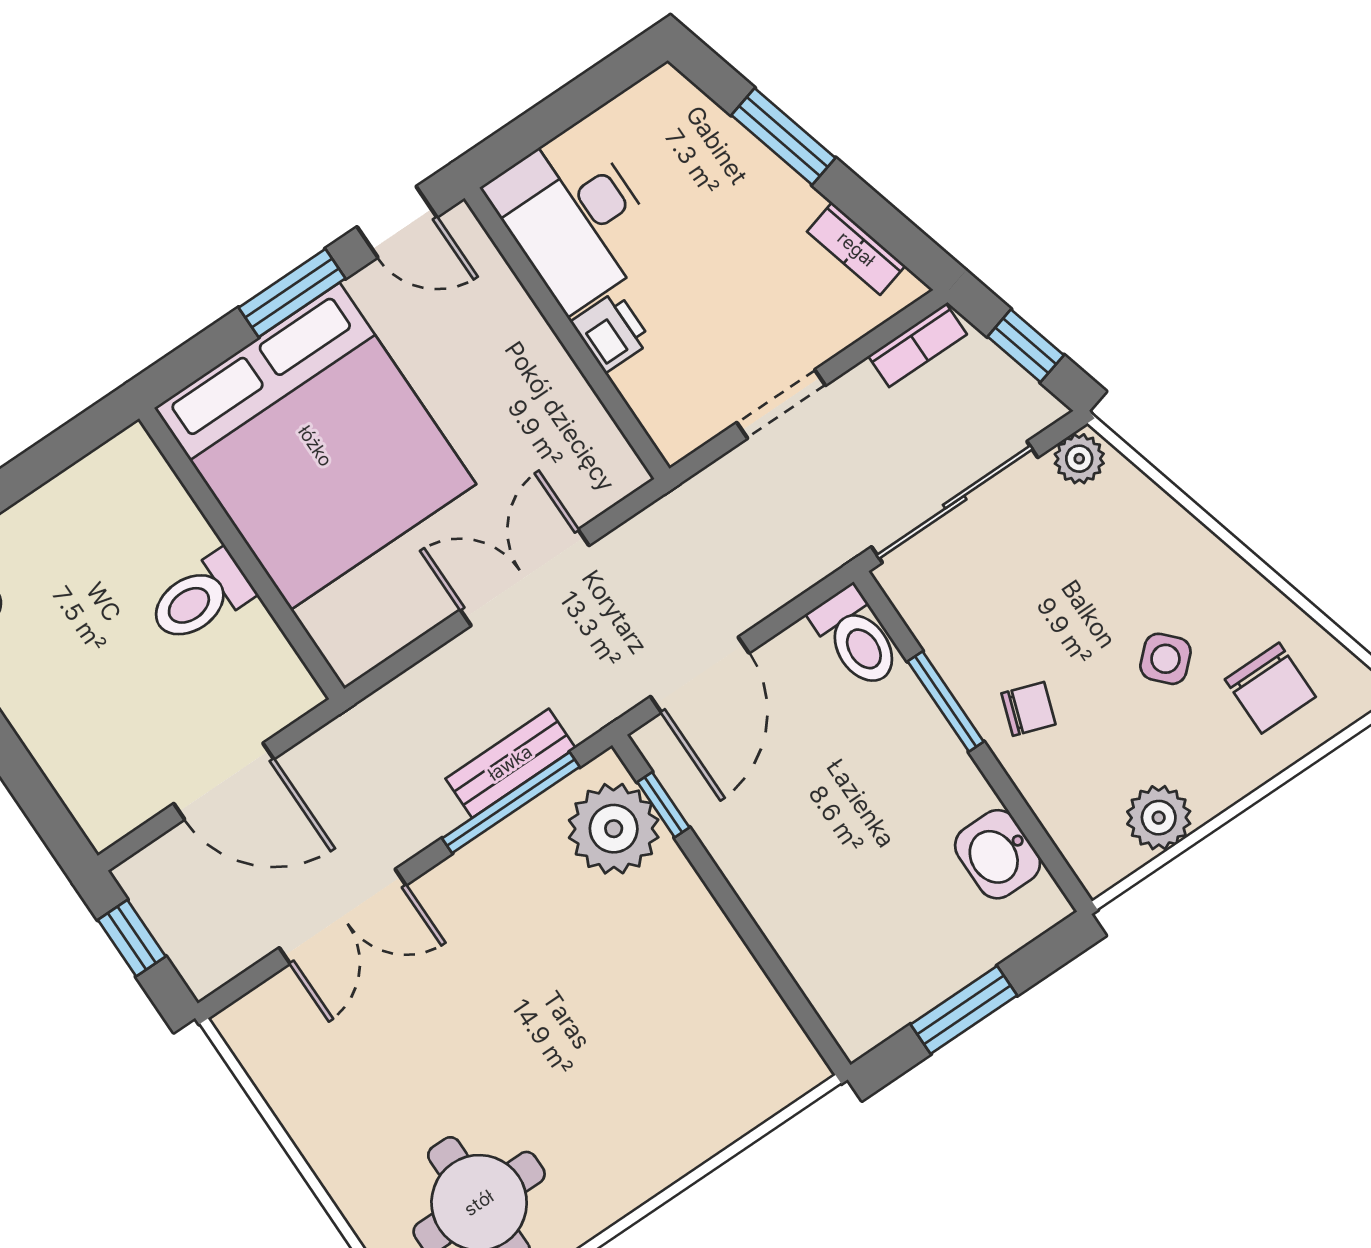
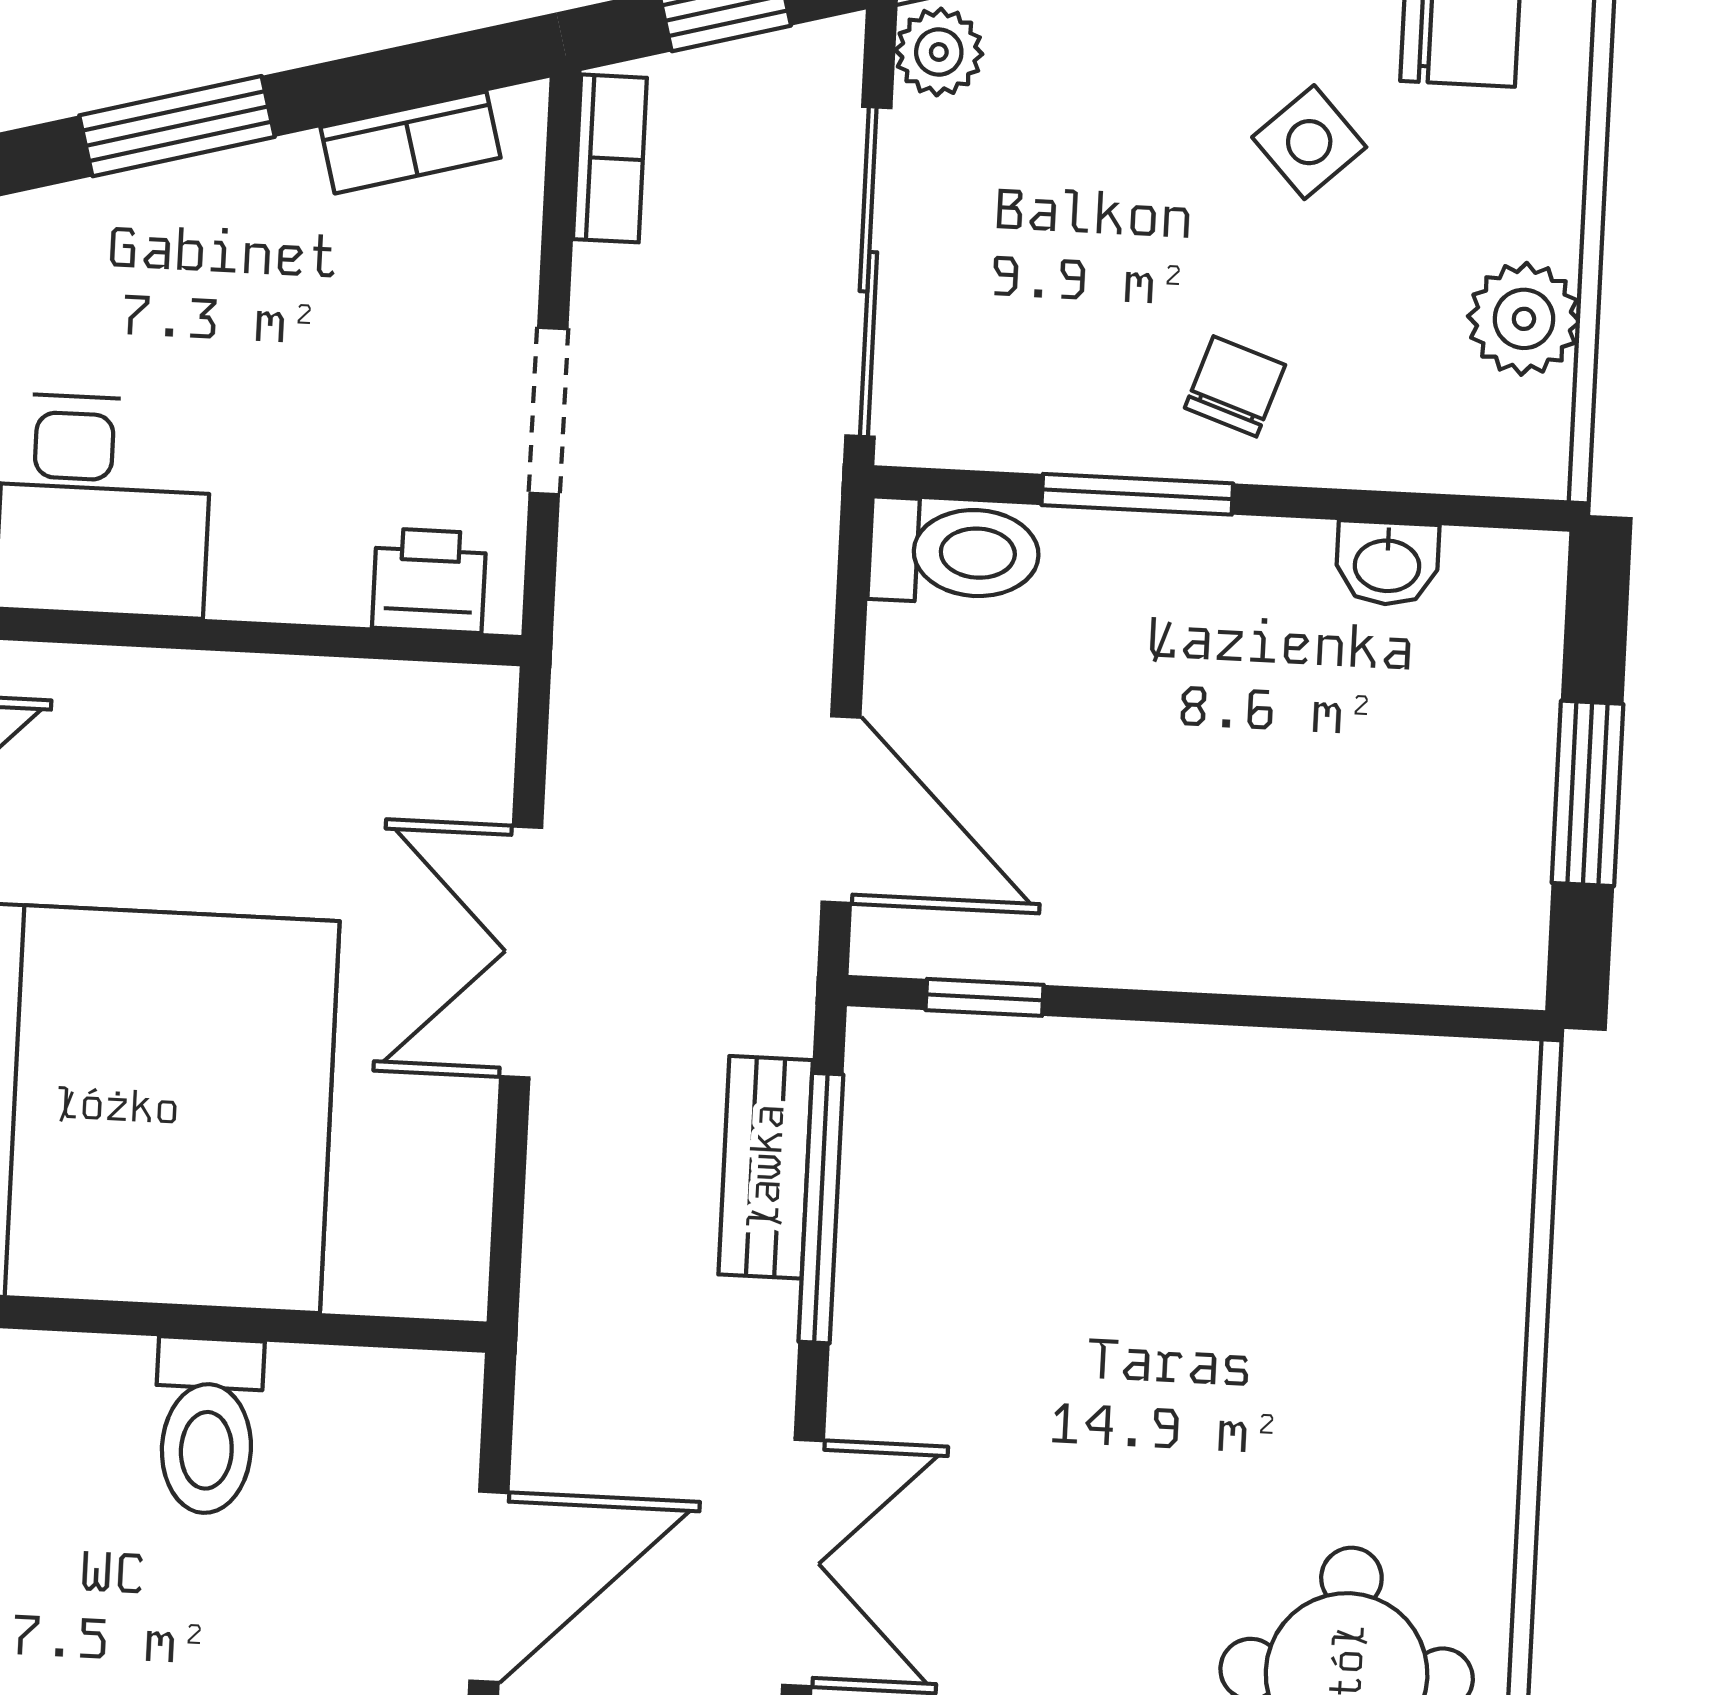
printer: (611, 332) -> (429, 580), moved
plant: (614, 829) -> (966, 1092), removed
washbasin: (998, 854) -> (1387, 563), width x0.72, depth x0.69

